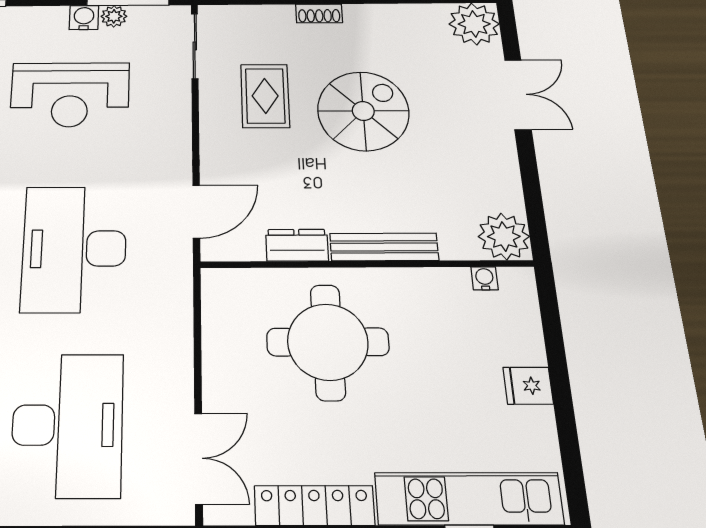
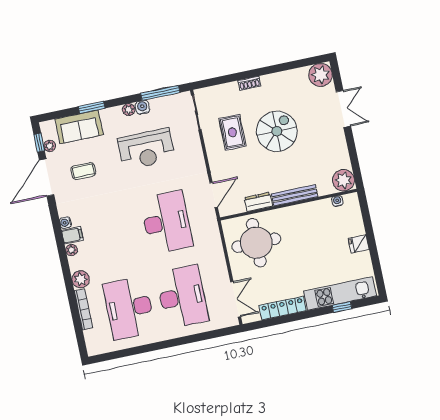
plant: (114, 16) -> (129, 110), moved
desk: (74, 249) -> (167, 222), turned 180
round table: (328, 342) -> (256, 243), moved

